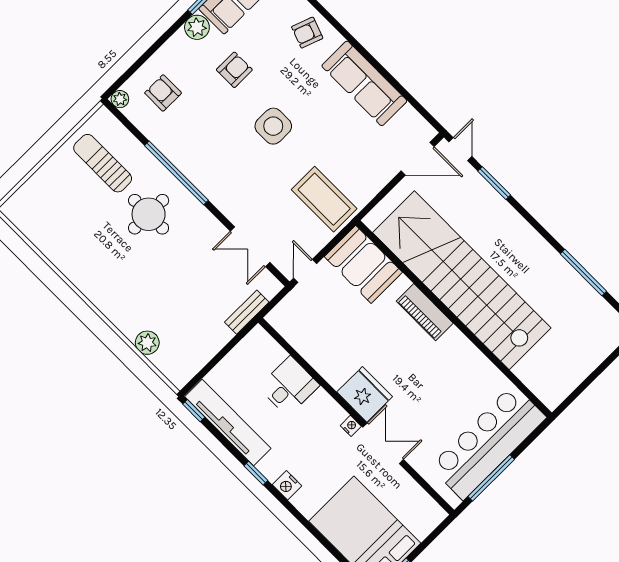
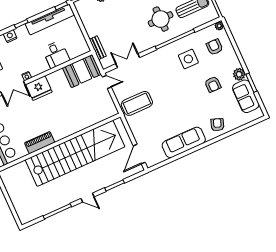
armchair: (163, 93) -> (215, 47), turned -90
side table: (273, 126) -> (188, 59), moved
door: (460, 149) -> (88, 198), moved
booth: (363, 264) -> (82, 71), moved
piano: (425, 312) -> (40, 143), moved

